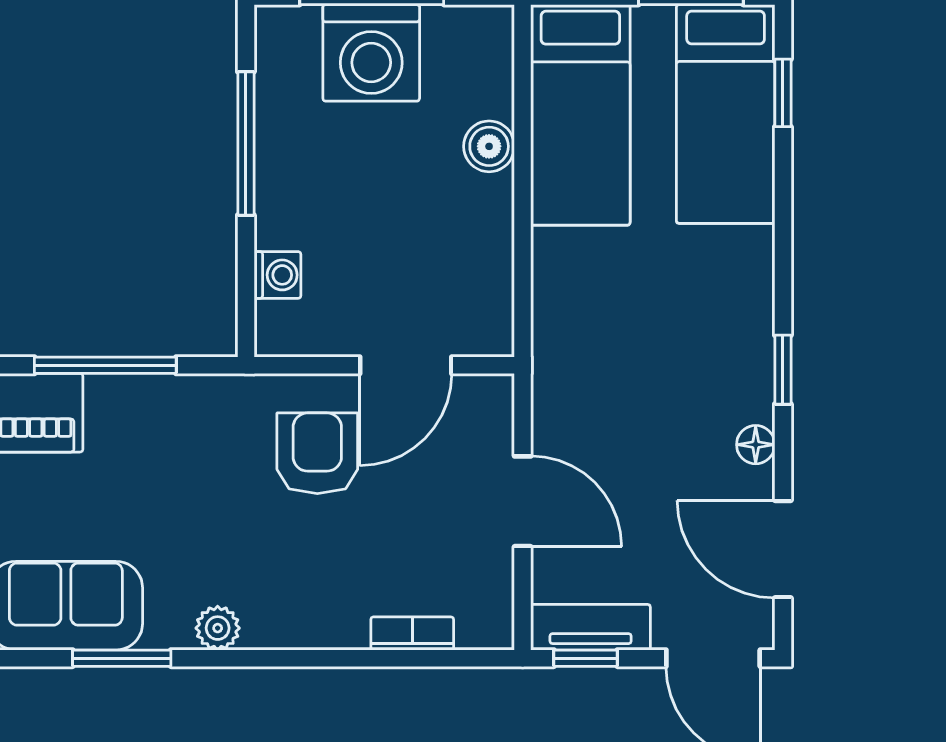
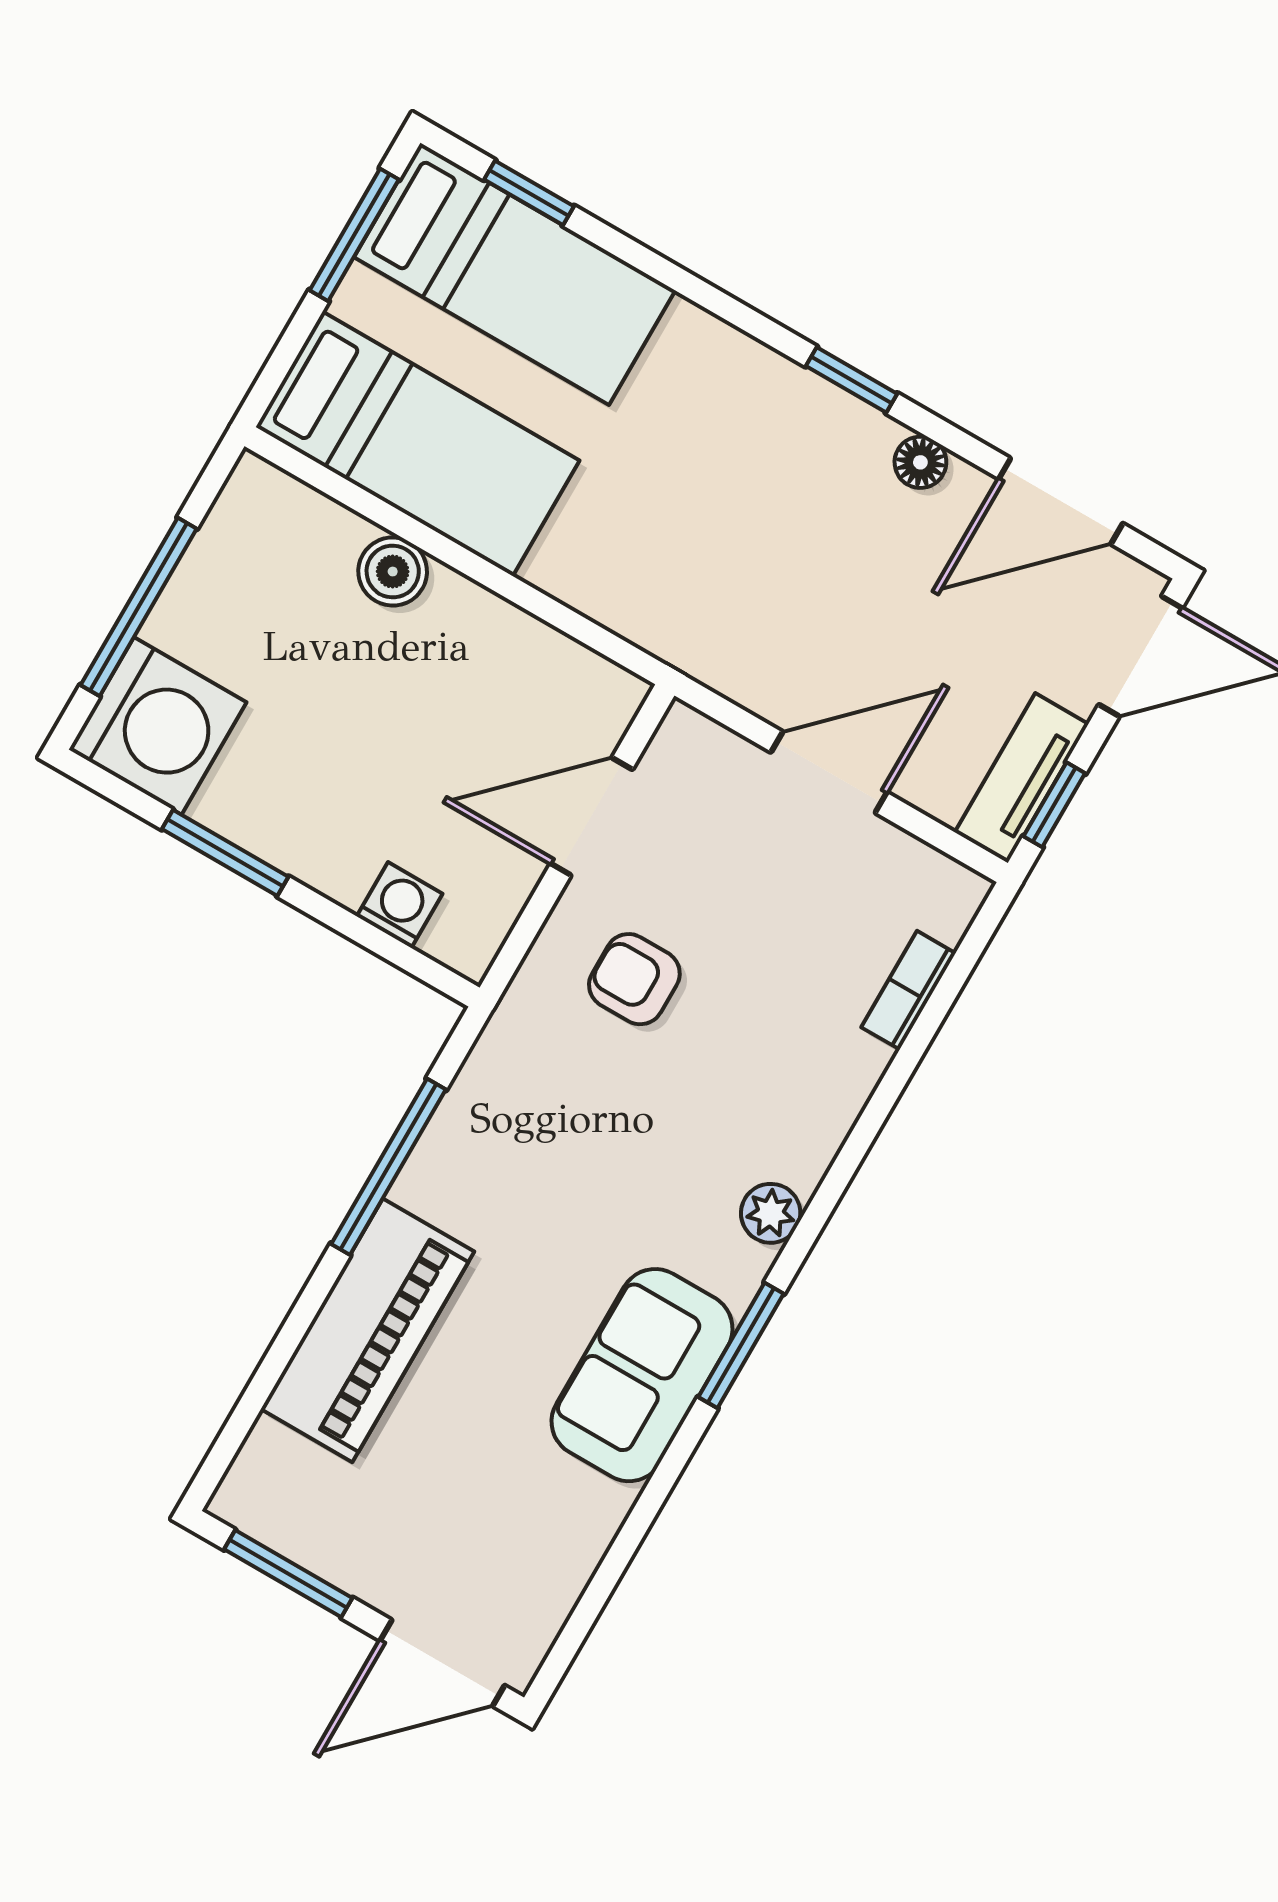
washing machine: (371, 53) -> (158, 726), moved
window: (246, 143) -> (225, 853), width x0.69
door: (406, 365) -> (591, 817), swing flipped
armchair: (317, 453) -> (634, 979), width x0.72, depth x0.72

